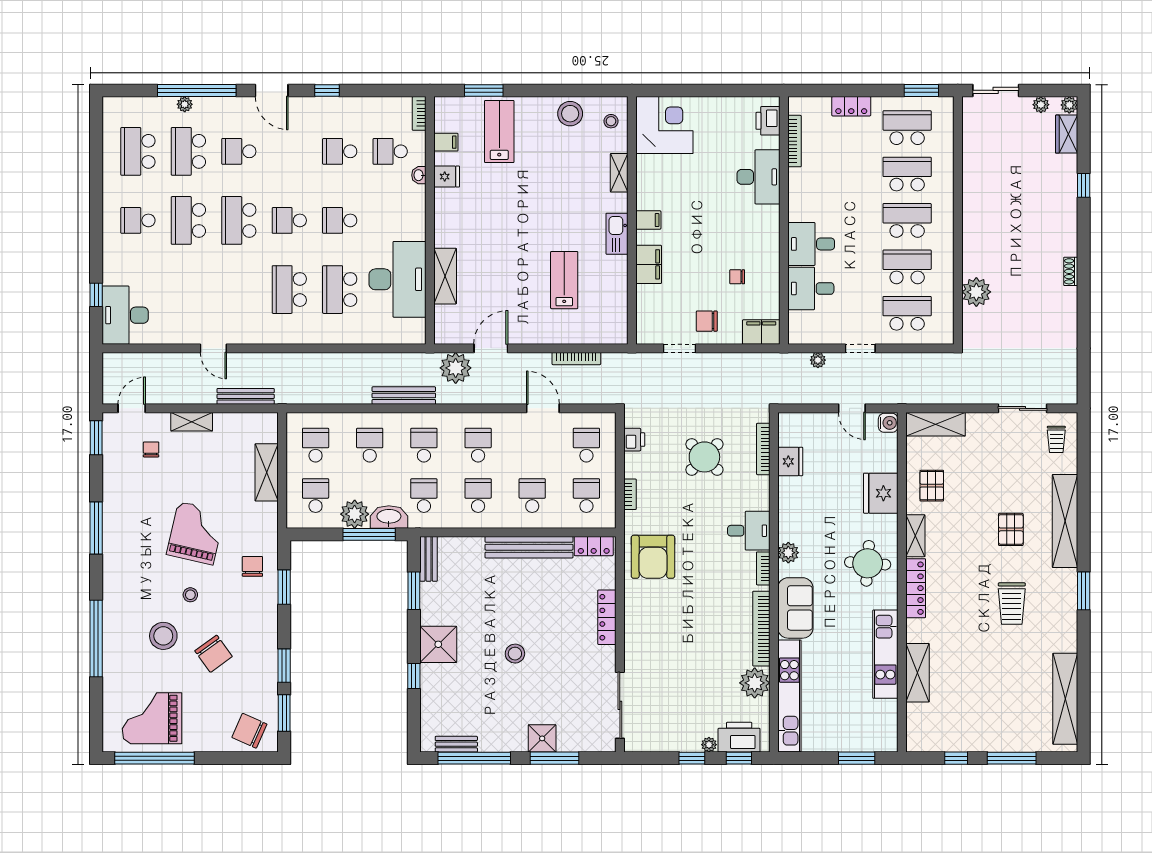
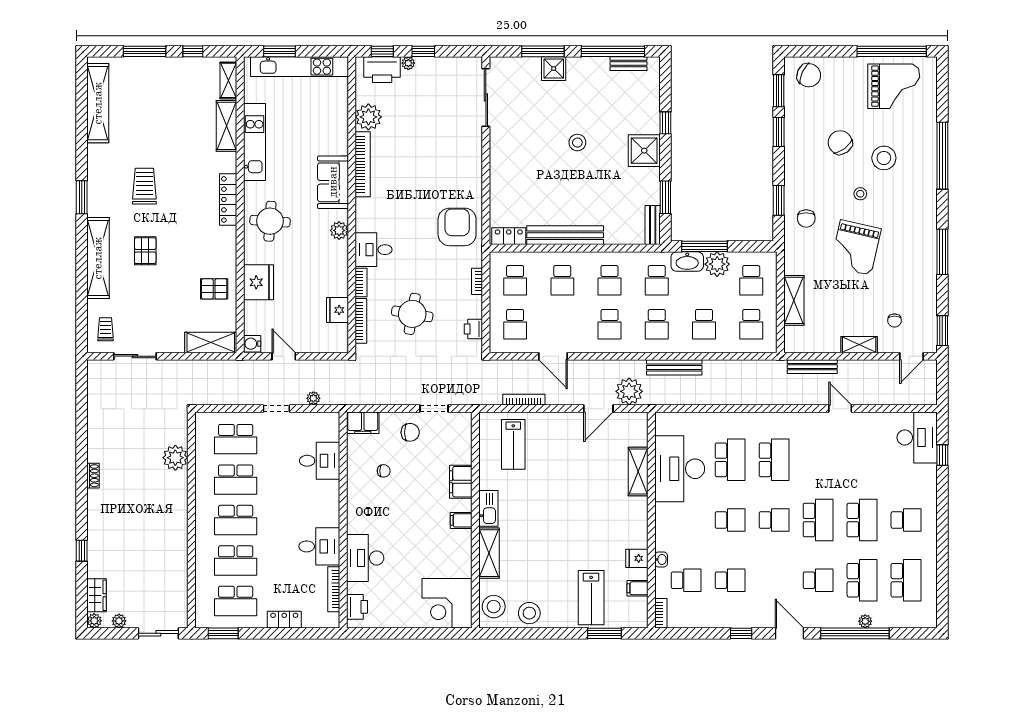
stool: (611, 121) -> (494, 607), width x1.89, depth x1.89
shelving: (619, 173) -> (489, 553), width x1.50, depth x1.33
desk: (811, 244) -> (319, 546), moved
lab bench: (564, 280) -> (513, 444), moved
round table: (704, 457) -> (412, 314), turned -35
pallet: (932, 486) -> (214, 289), turned 90
shelving: (915, 536) -> (228, 80), moved
bookcase: (763, 568) -> (361, 283), moved
locker: (607, 617) -> (497, 174), removed
kitchen unit: (789, 696) -> (299, 67), moved, turned -90

